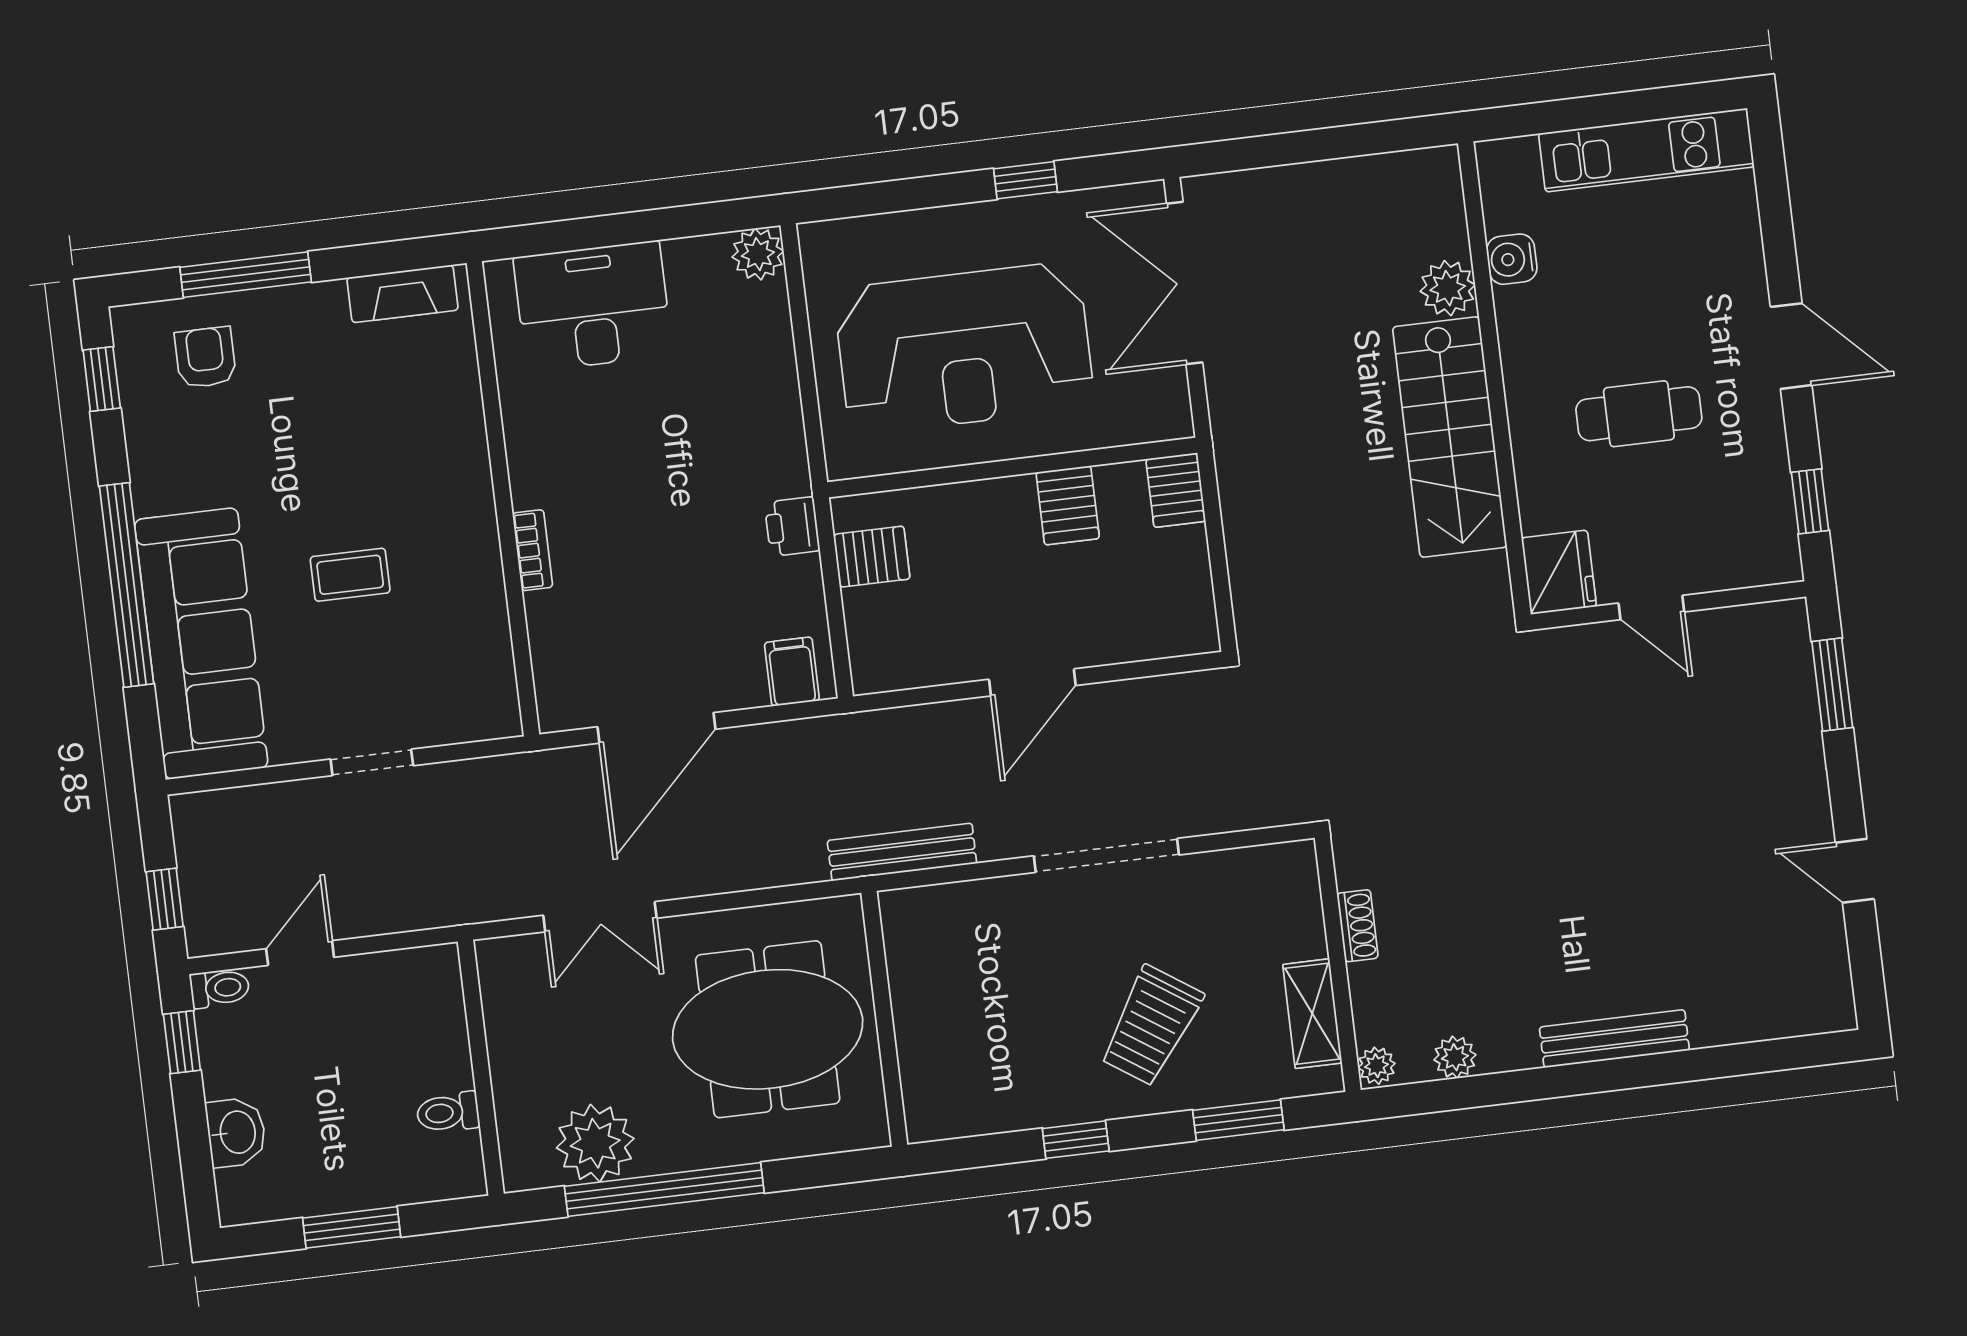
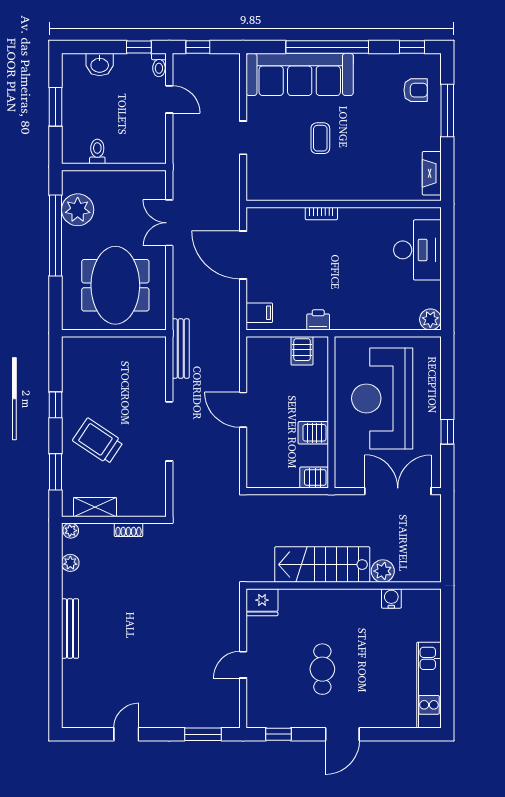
water cooler: (1512, 259) -> (391, 598), moved
plant: (1448, 288) -> (383, 571), moved
wall: (1494, 379) -> (344, 586), moved
stairs: (1450, 437) -> (322, 565), moved
fridge: (1559, 572) -> (262, 602), moved

